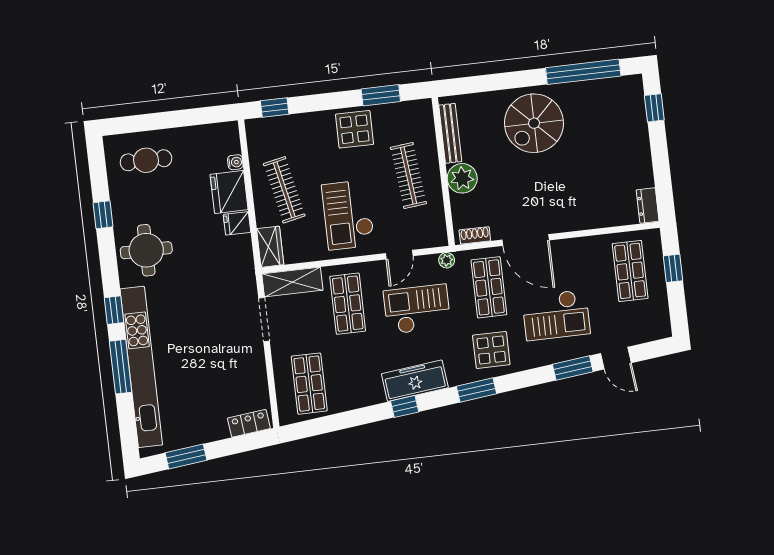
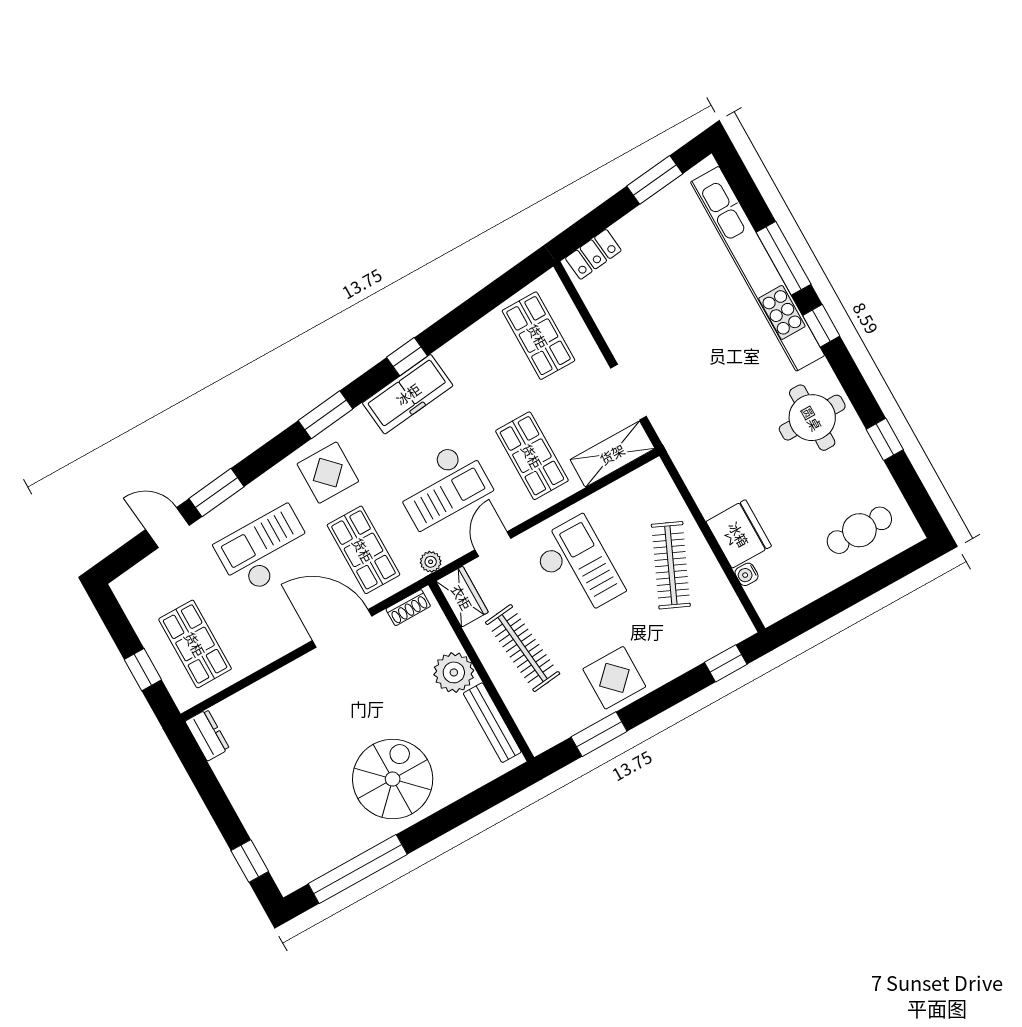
clothes rail: (284, 190) -> (671, 565), turned 36
fridge: (237, 223) -> (712, 499), removed
wardrobe: (270, 247) -> (462, 597), moved, turned 180

